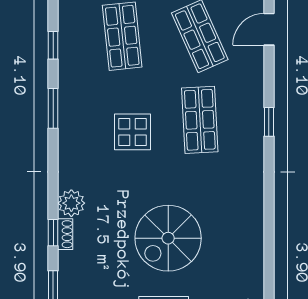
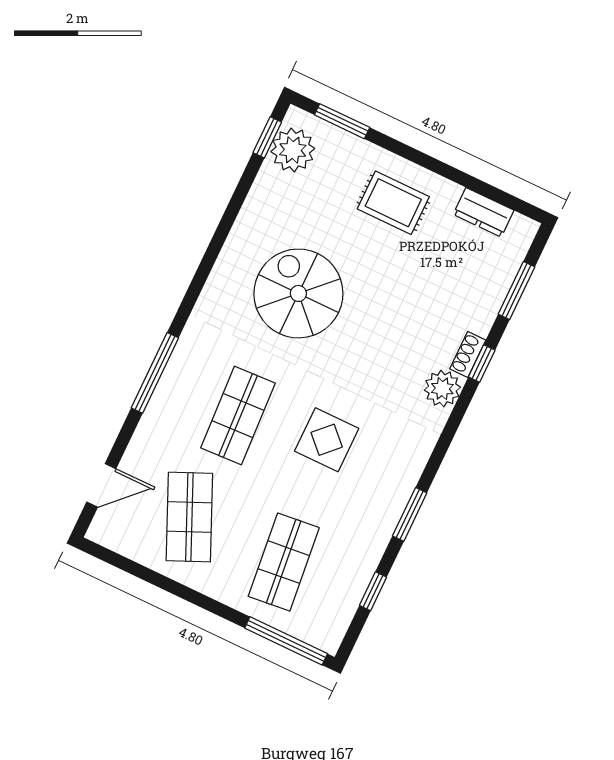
window: (269, 122) -> (155, 373), width x2.17
spiral stairs: (168, 238) -> (298, 293), moved, turned -90

